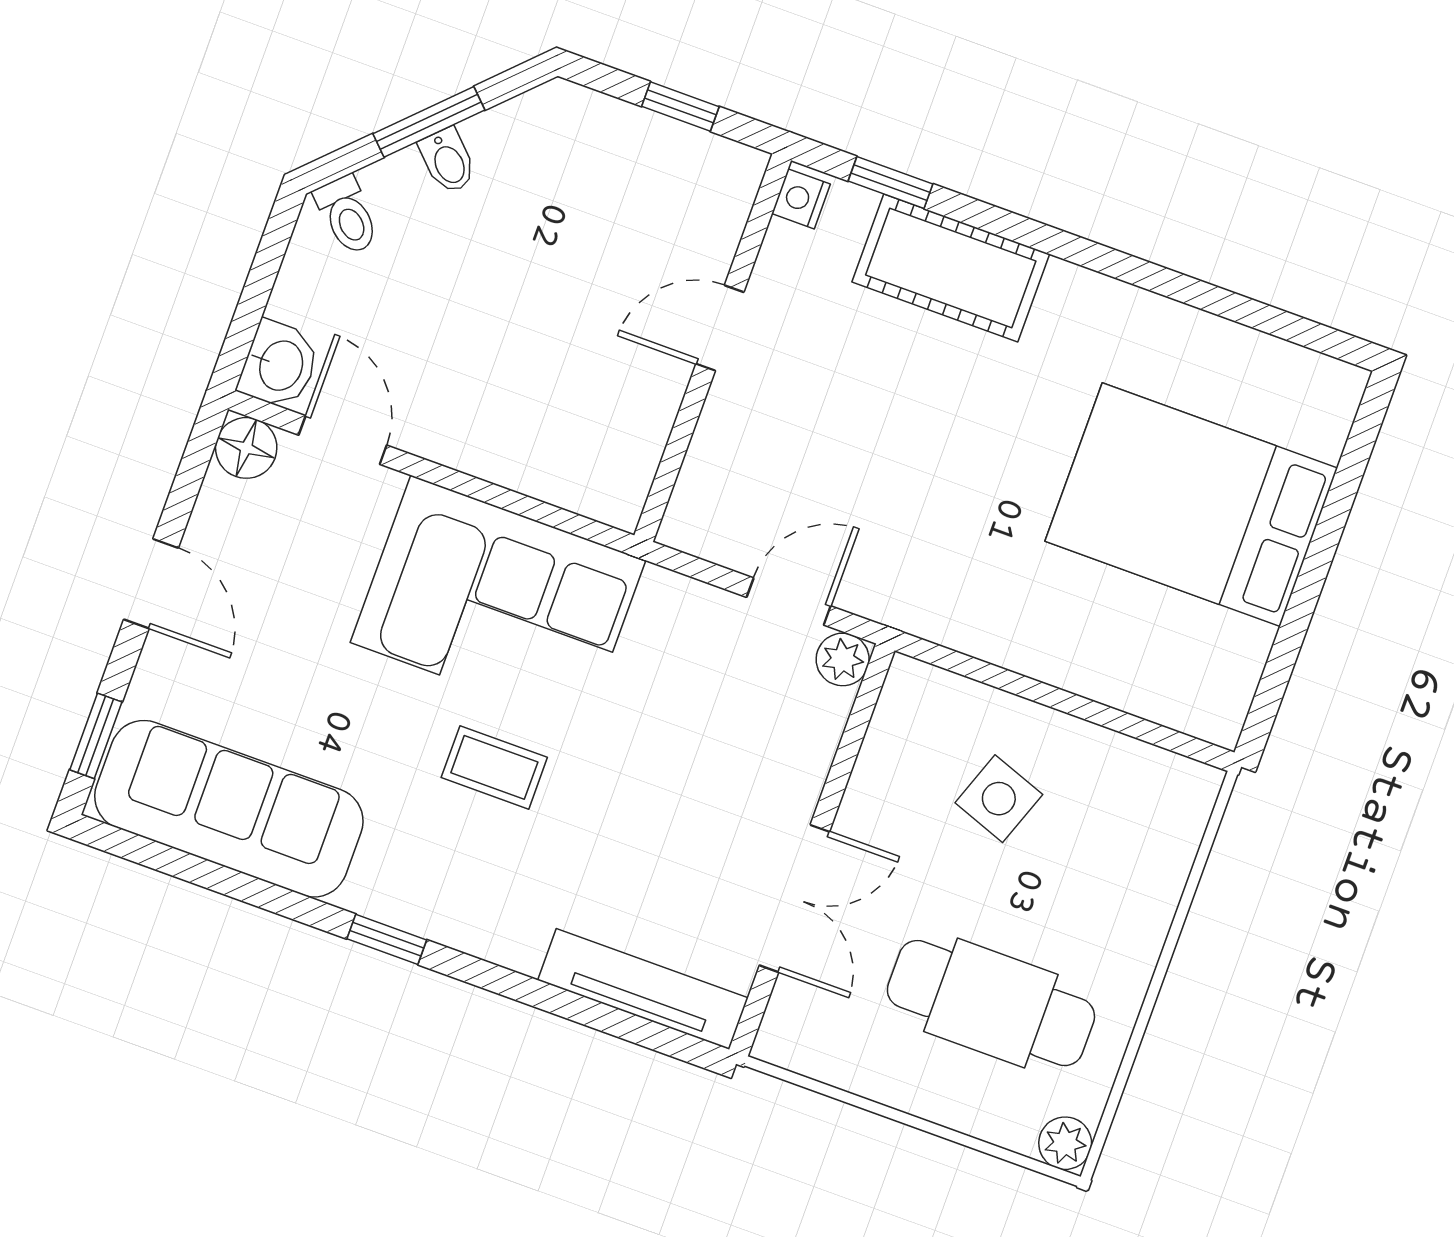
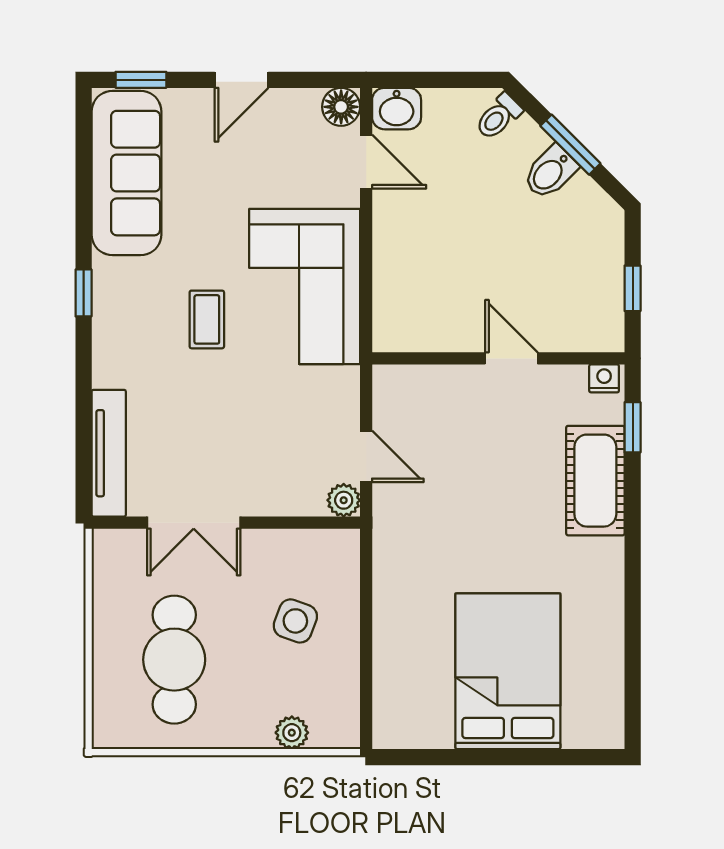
bidet: (448, 161) -> (550, 172), width x1.38, depth x1.36
door: (343, 440) -> (366, 162), hinge flipped
plant: (1065, 1143) -> (292, 733), moved

